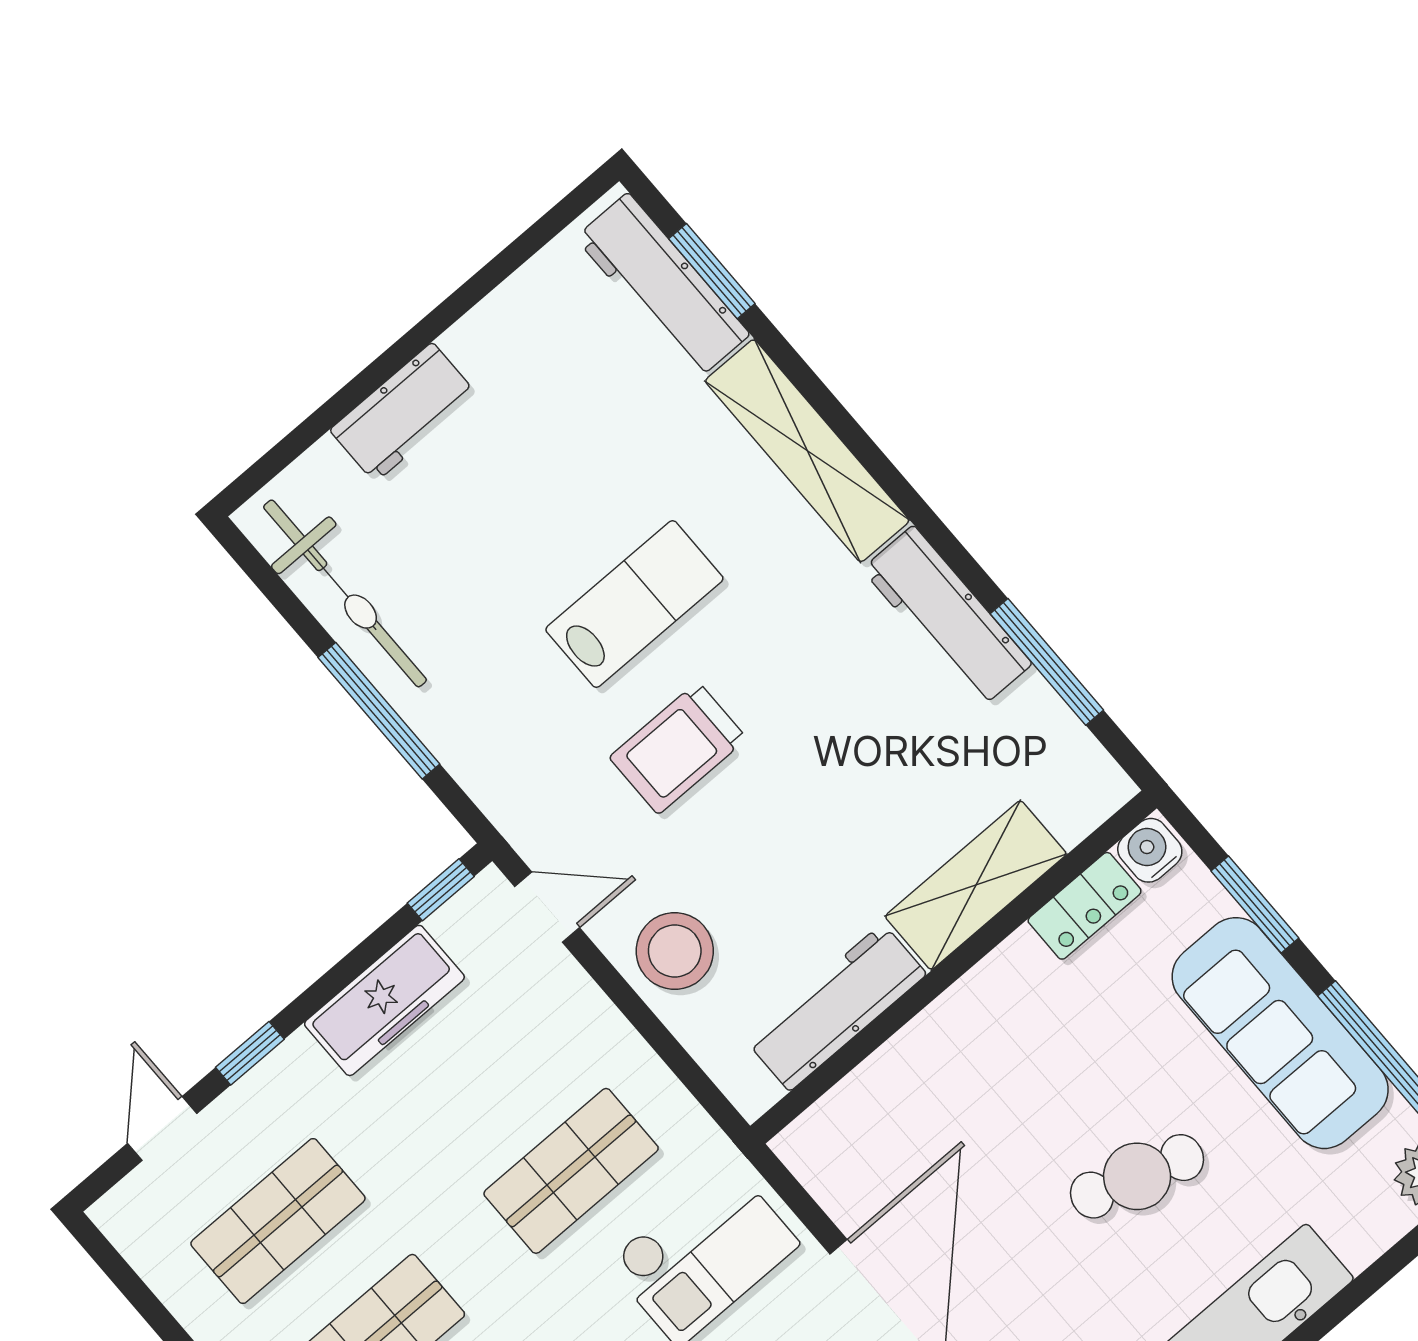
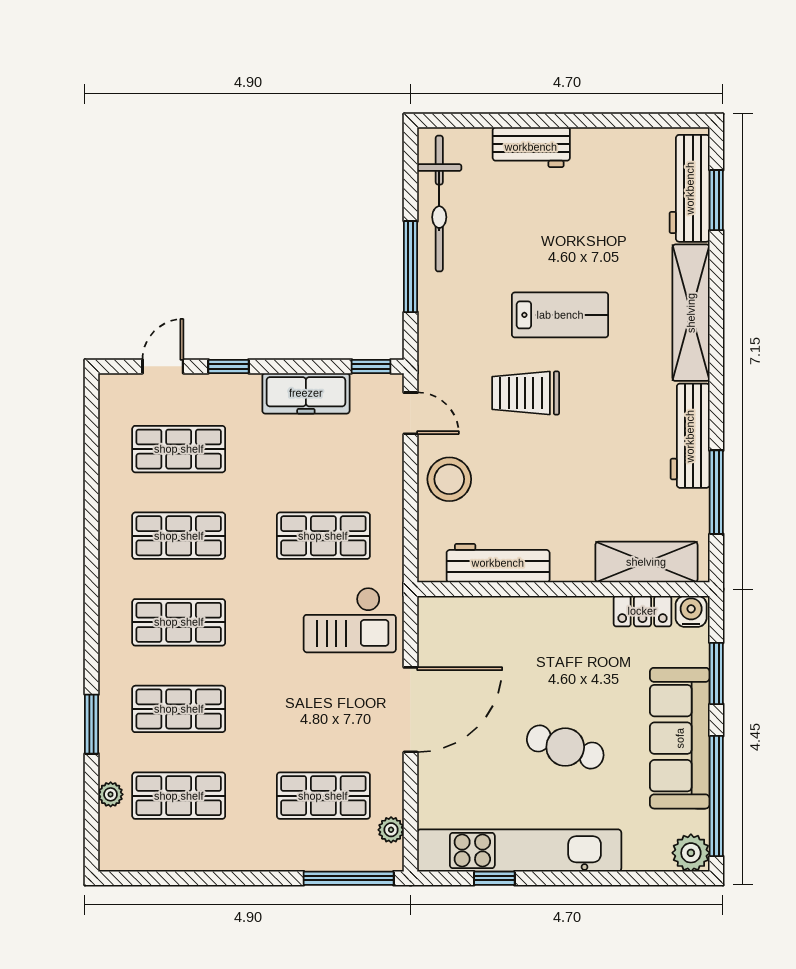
shelving: (976, 885) -> (646, 562), moved

